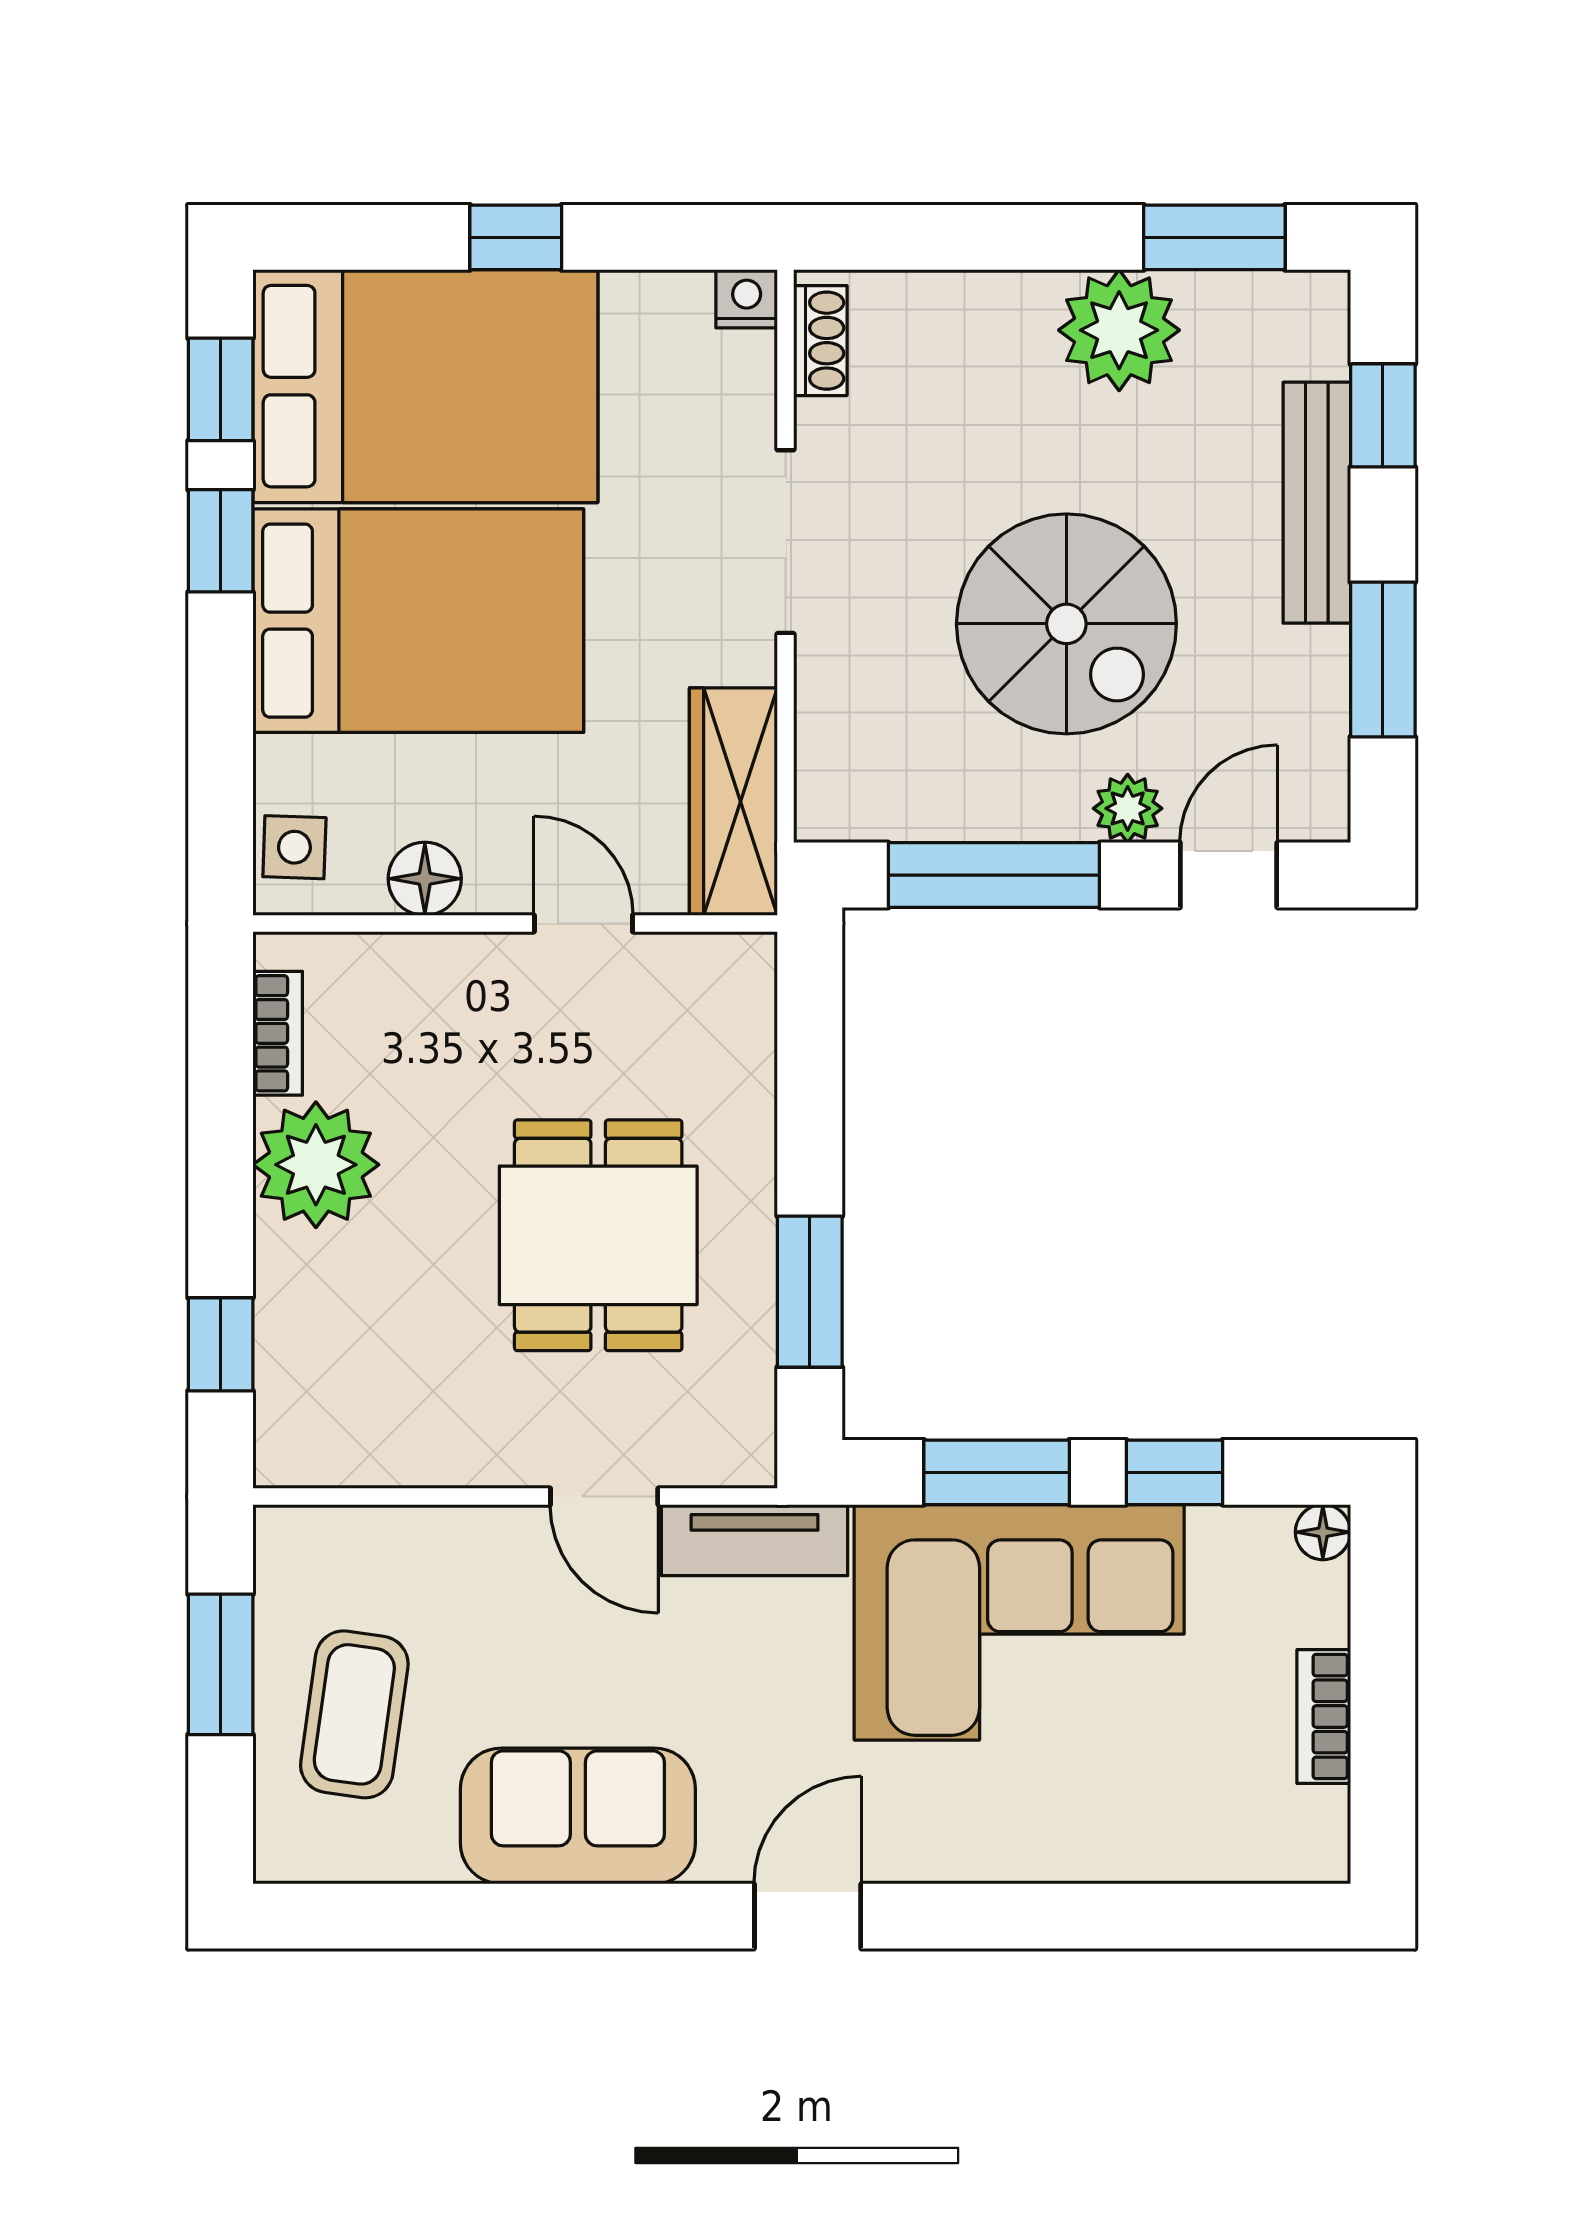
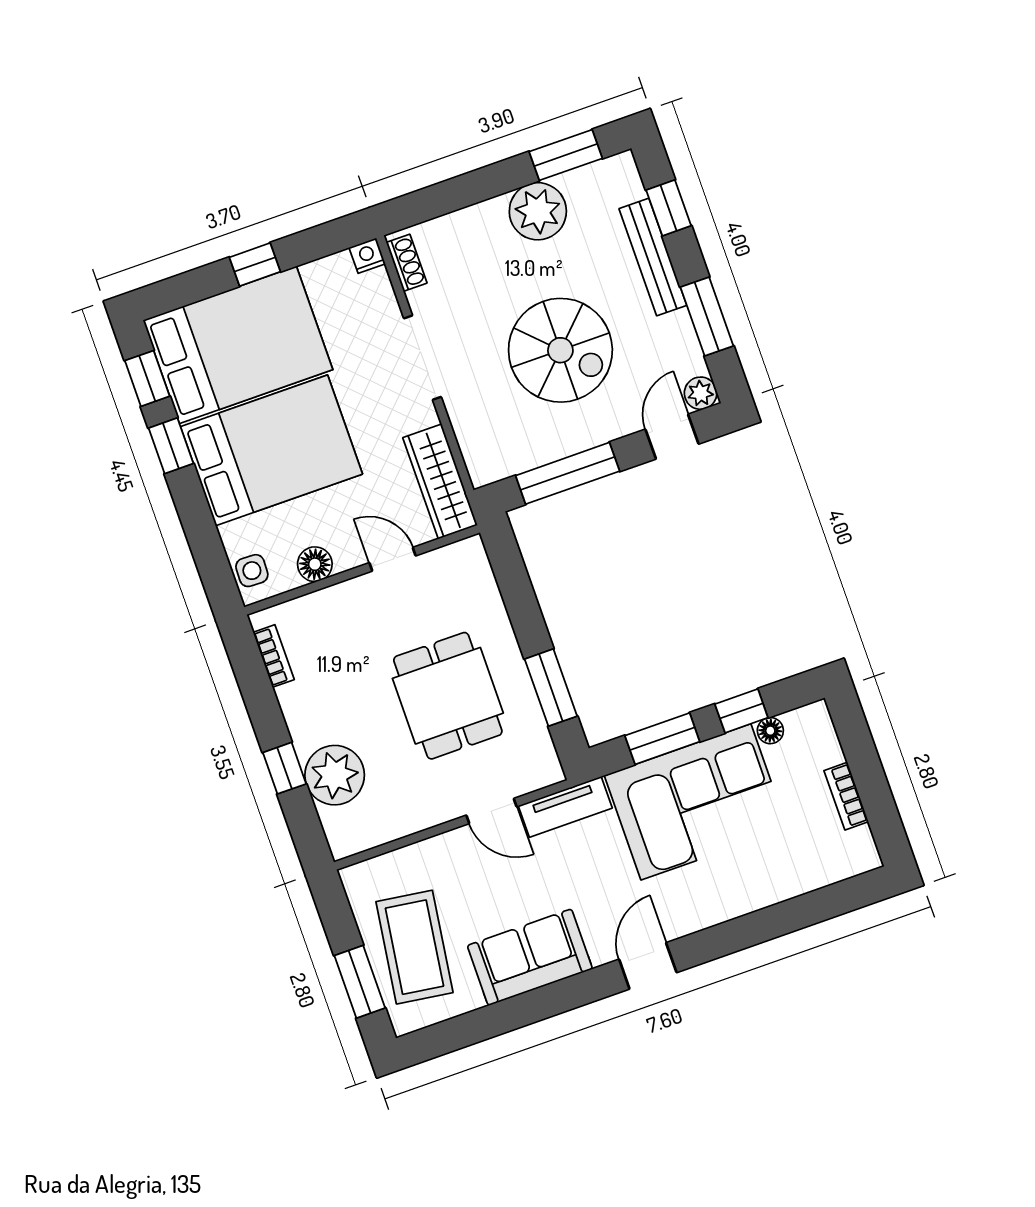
plant: (1128, 808) -> (701, 393), moved
plant: (316, 1165) -> (335, 775), moved
window: (221, 1344) -> (285, 768), moved
floor lamp: (1323, 1532) -> (770, 731), moved
window: (221, 1664) -> (360, 982), moved
coffee table: (354, 1714) -> (414, 947), width x1.36, depth x1.32

